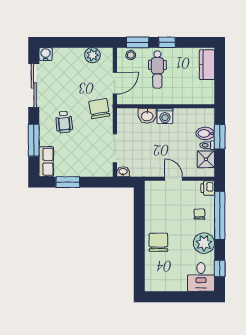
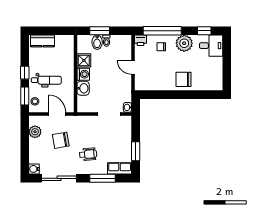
chair: (99, 109) -> (61, 140), moved
shower: (206, 159) -> (84, 60), moved
door: (174, 179) -> (133, 67), hinge flipped

